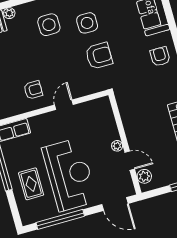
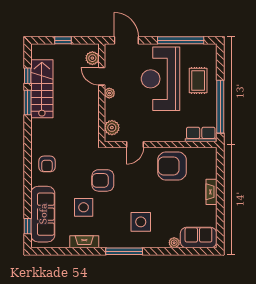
side table: (87, 23) -> (84, 207), moved
armchair: (33, 90) -> (172, 166), width x1.88, depth x1.88
door: (64, 105) -> (135, 144), moved
plant: (105, 112) -> (112, 128), added

